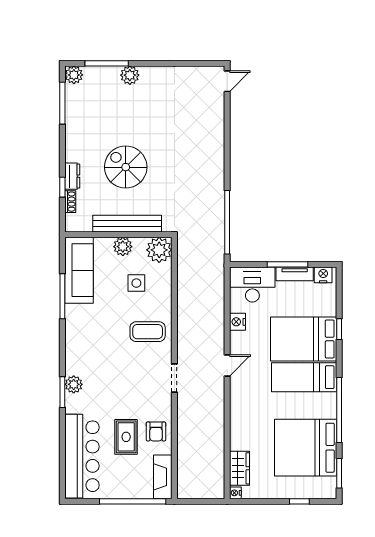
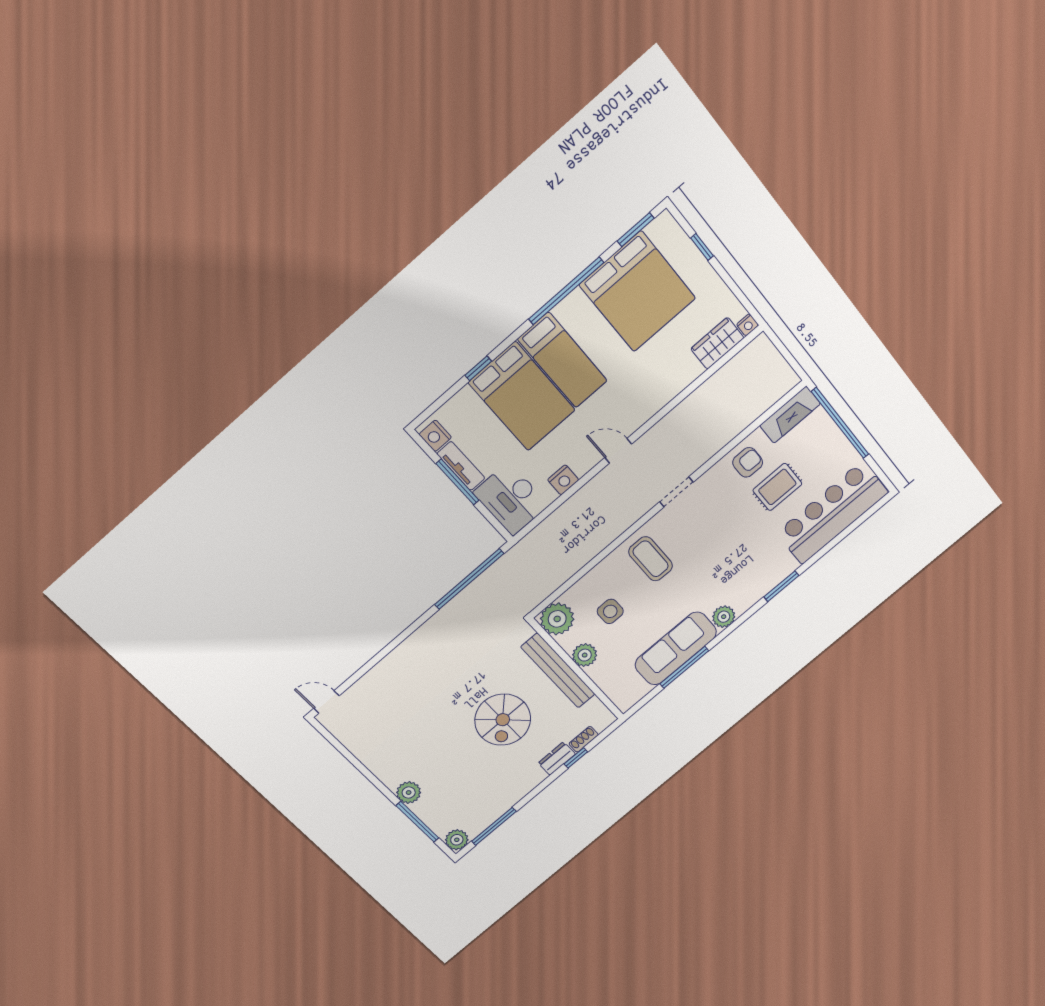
sofa: (79, 270) -> (676, 649), moved
plant: (74, 384) -> (724, 617), moved

